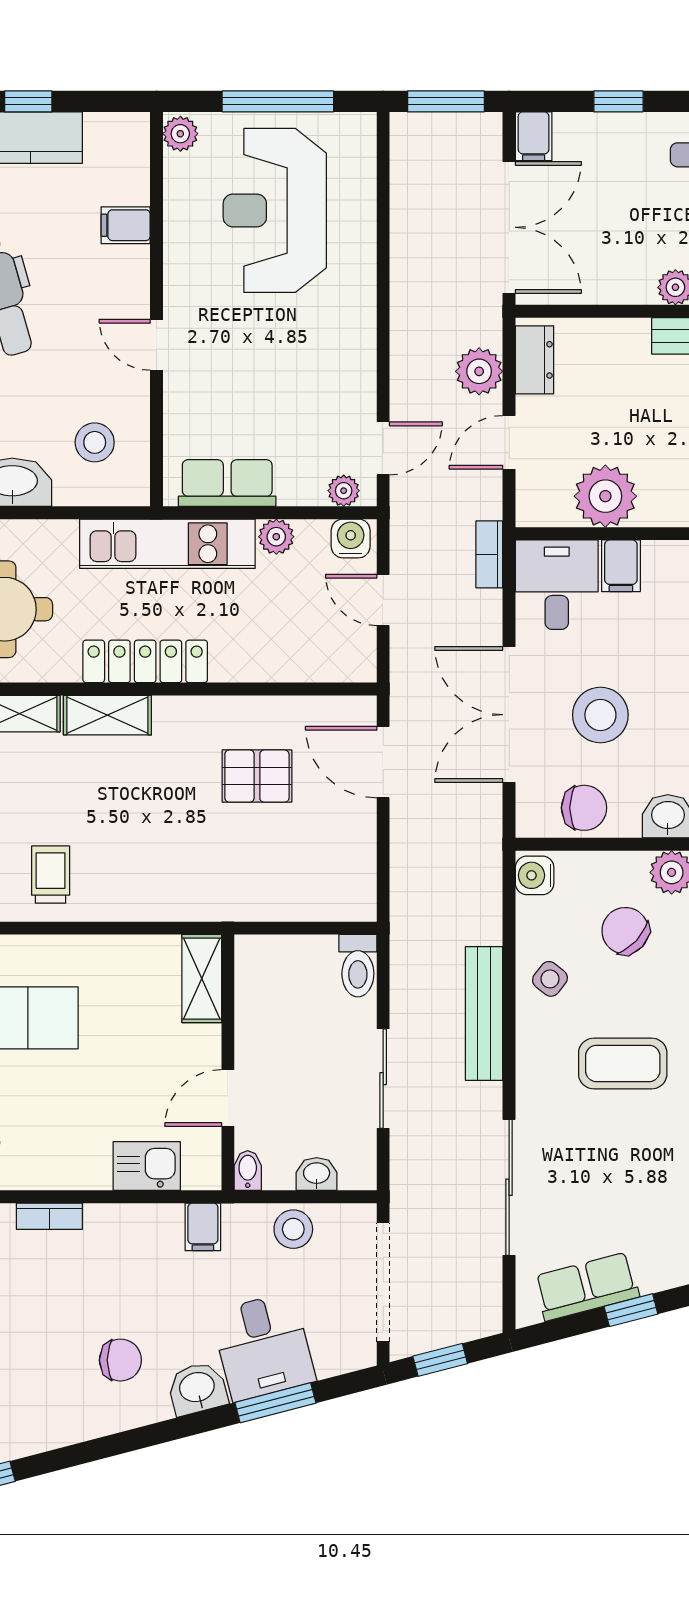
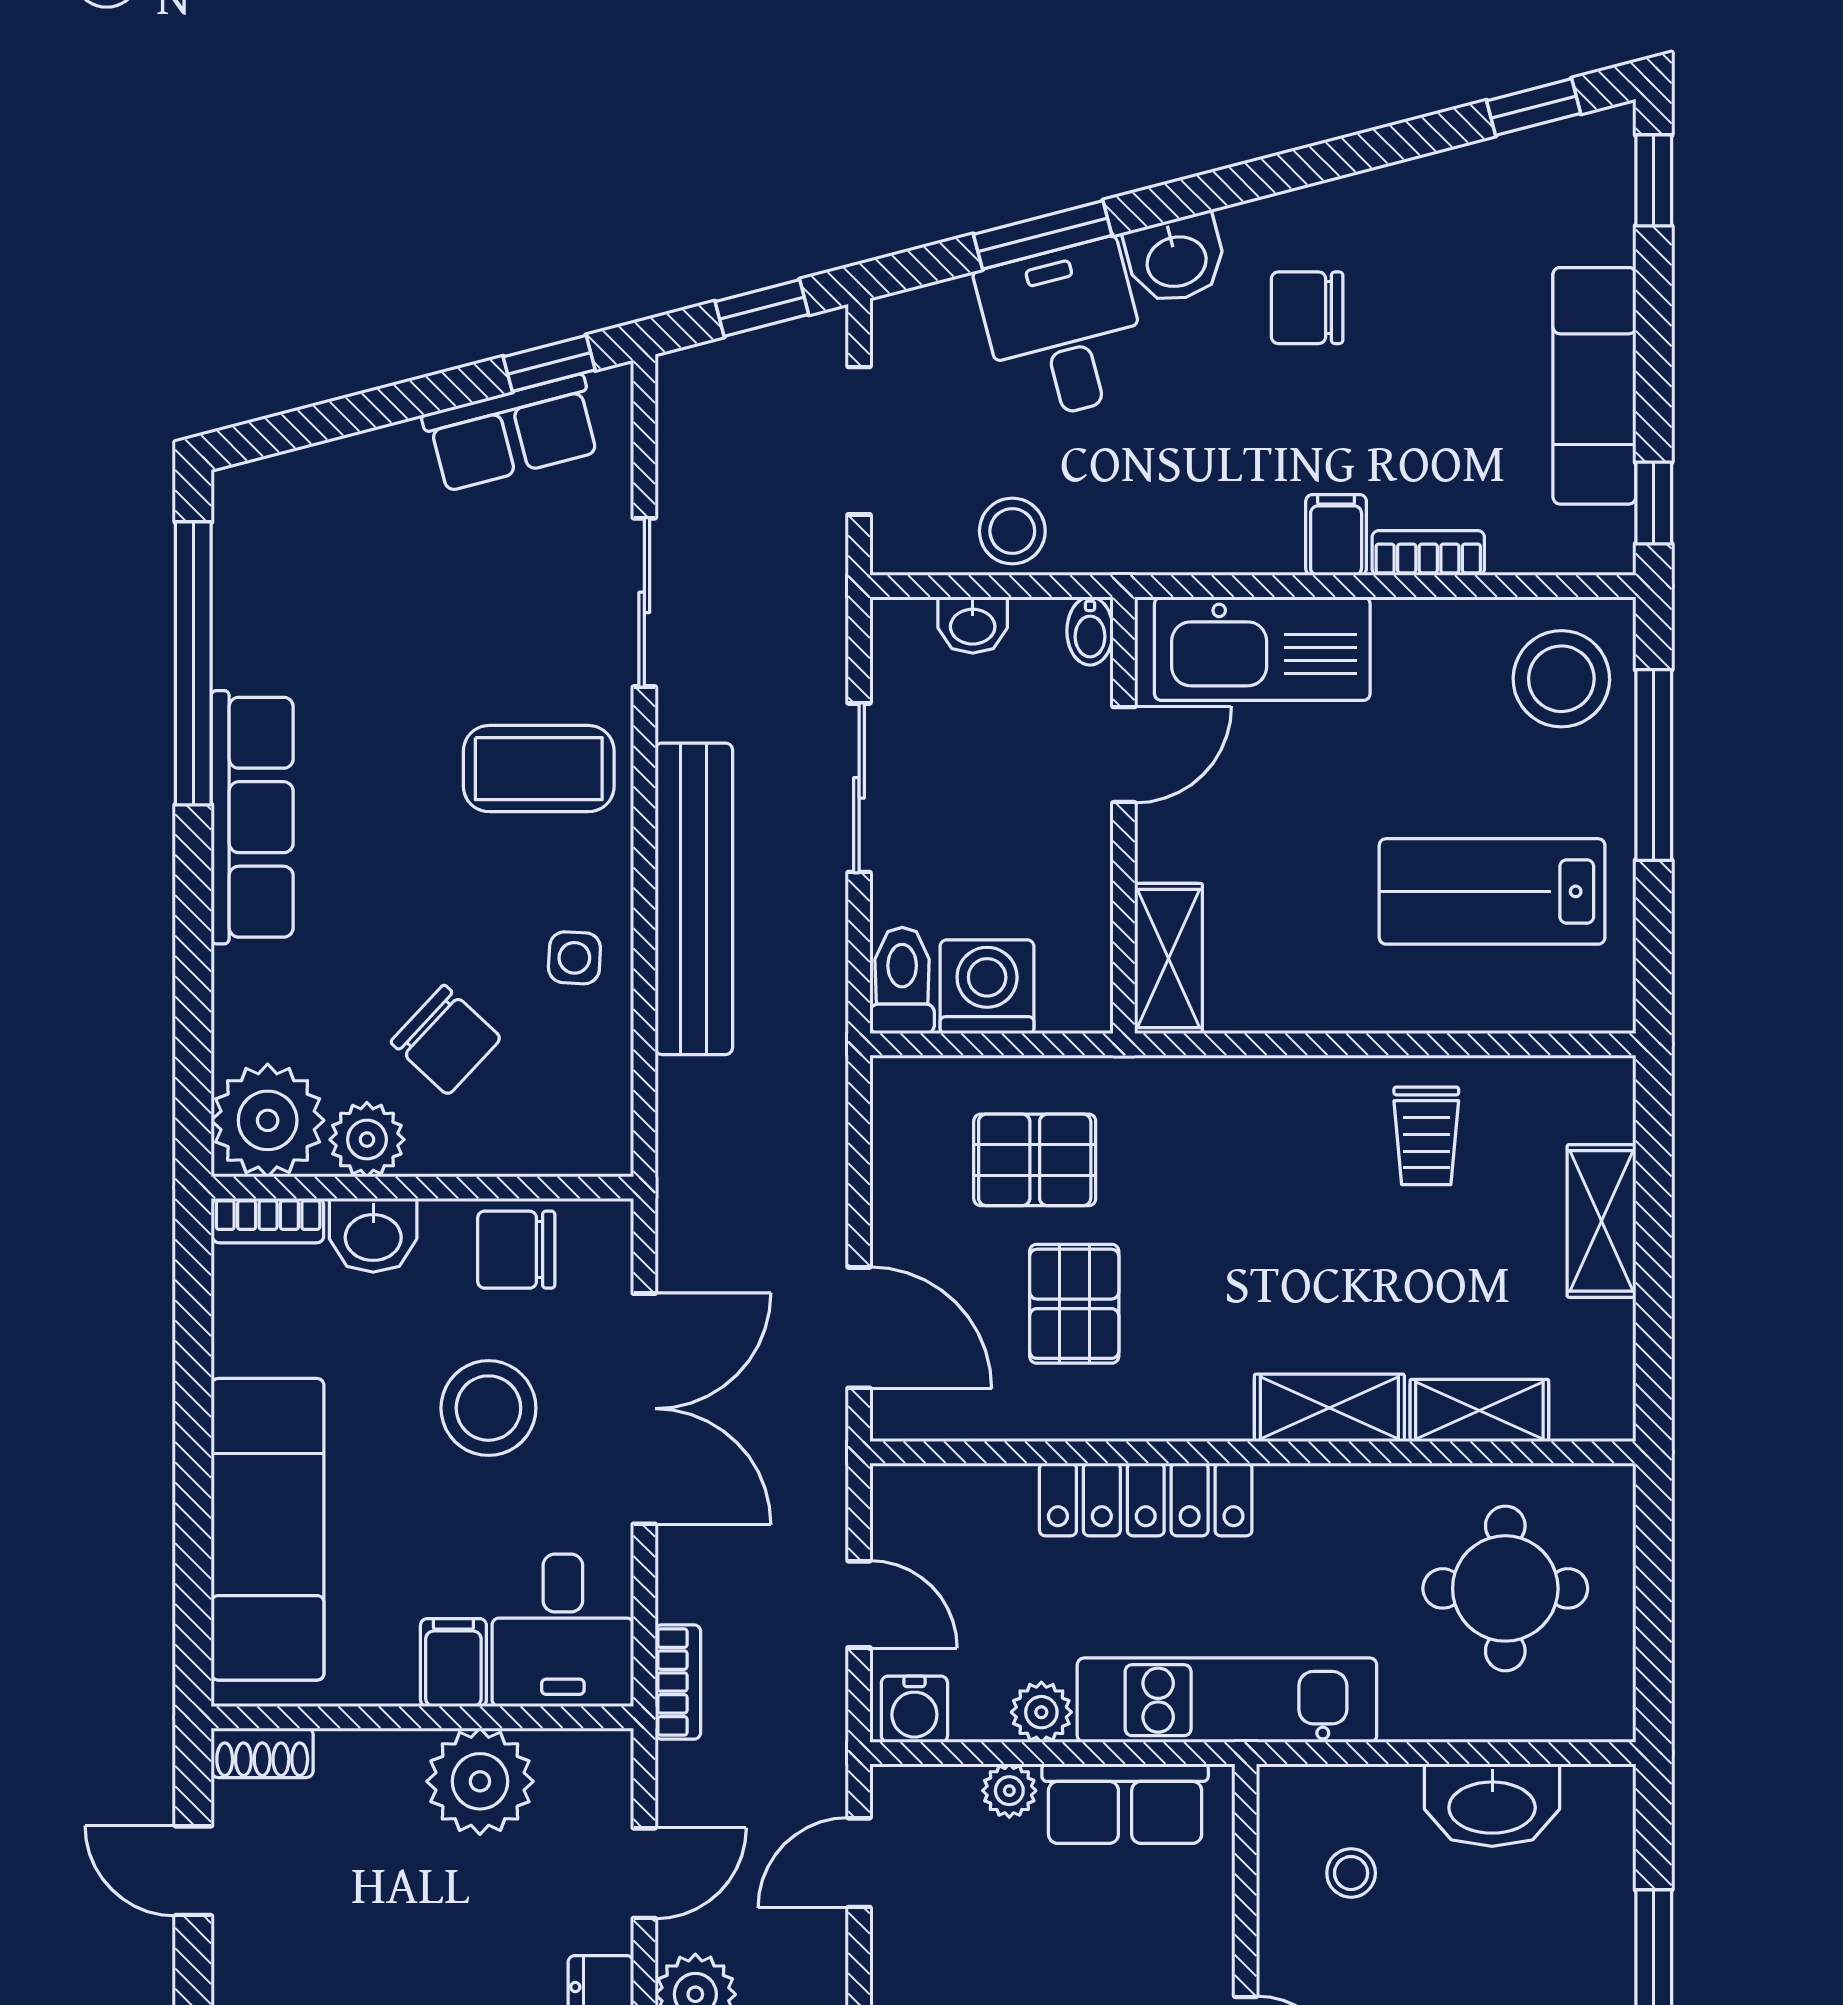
stool: (95, 442) -> (1351, 1873), width x0.73, depth x0.73
plant: (344, 491) -> (1009, 1791), moved
locker: (145, 661) -> (1146, 1499), moved
pallet: (257, 776) -> (1074, 1304), turned 90
pallet: (280, 860) -> (1035, 1160), added
water cooler: (535, 875) -> (601, 1134), removed
washing machine: (308, 962) -> (987, 987), added
side table: (550, 979) -> (574, 958), turned -35
bench: (484, 1014) -> (694, 899), width x1.37, depth x1.21
coffee table: (623, 1063) -> (539, 769), moved
kitchen sink: (147, 1166) -> (1262, 649), width x1.88, depth x1.24
sliding door: (509, 1187) -> (644, 602), width x0.73
filing cabinet: (203, 1227) -> (1336, 535), moved
doorway: (383, 1282) -> (859, 441), width x0.73
window: (631, 1310) -> (549, 363), moved

